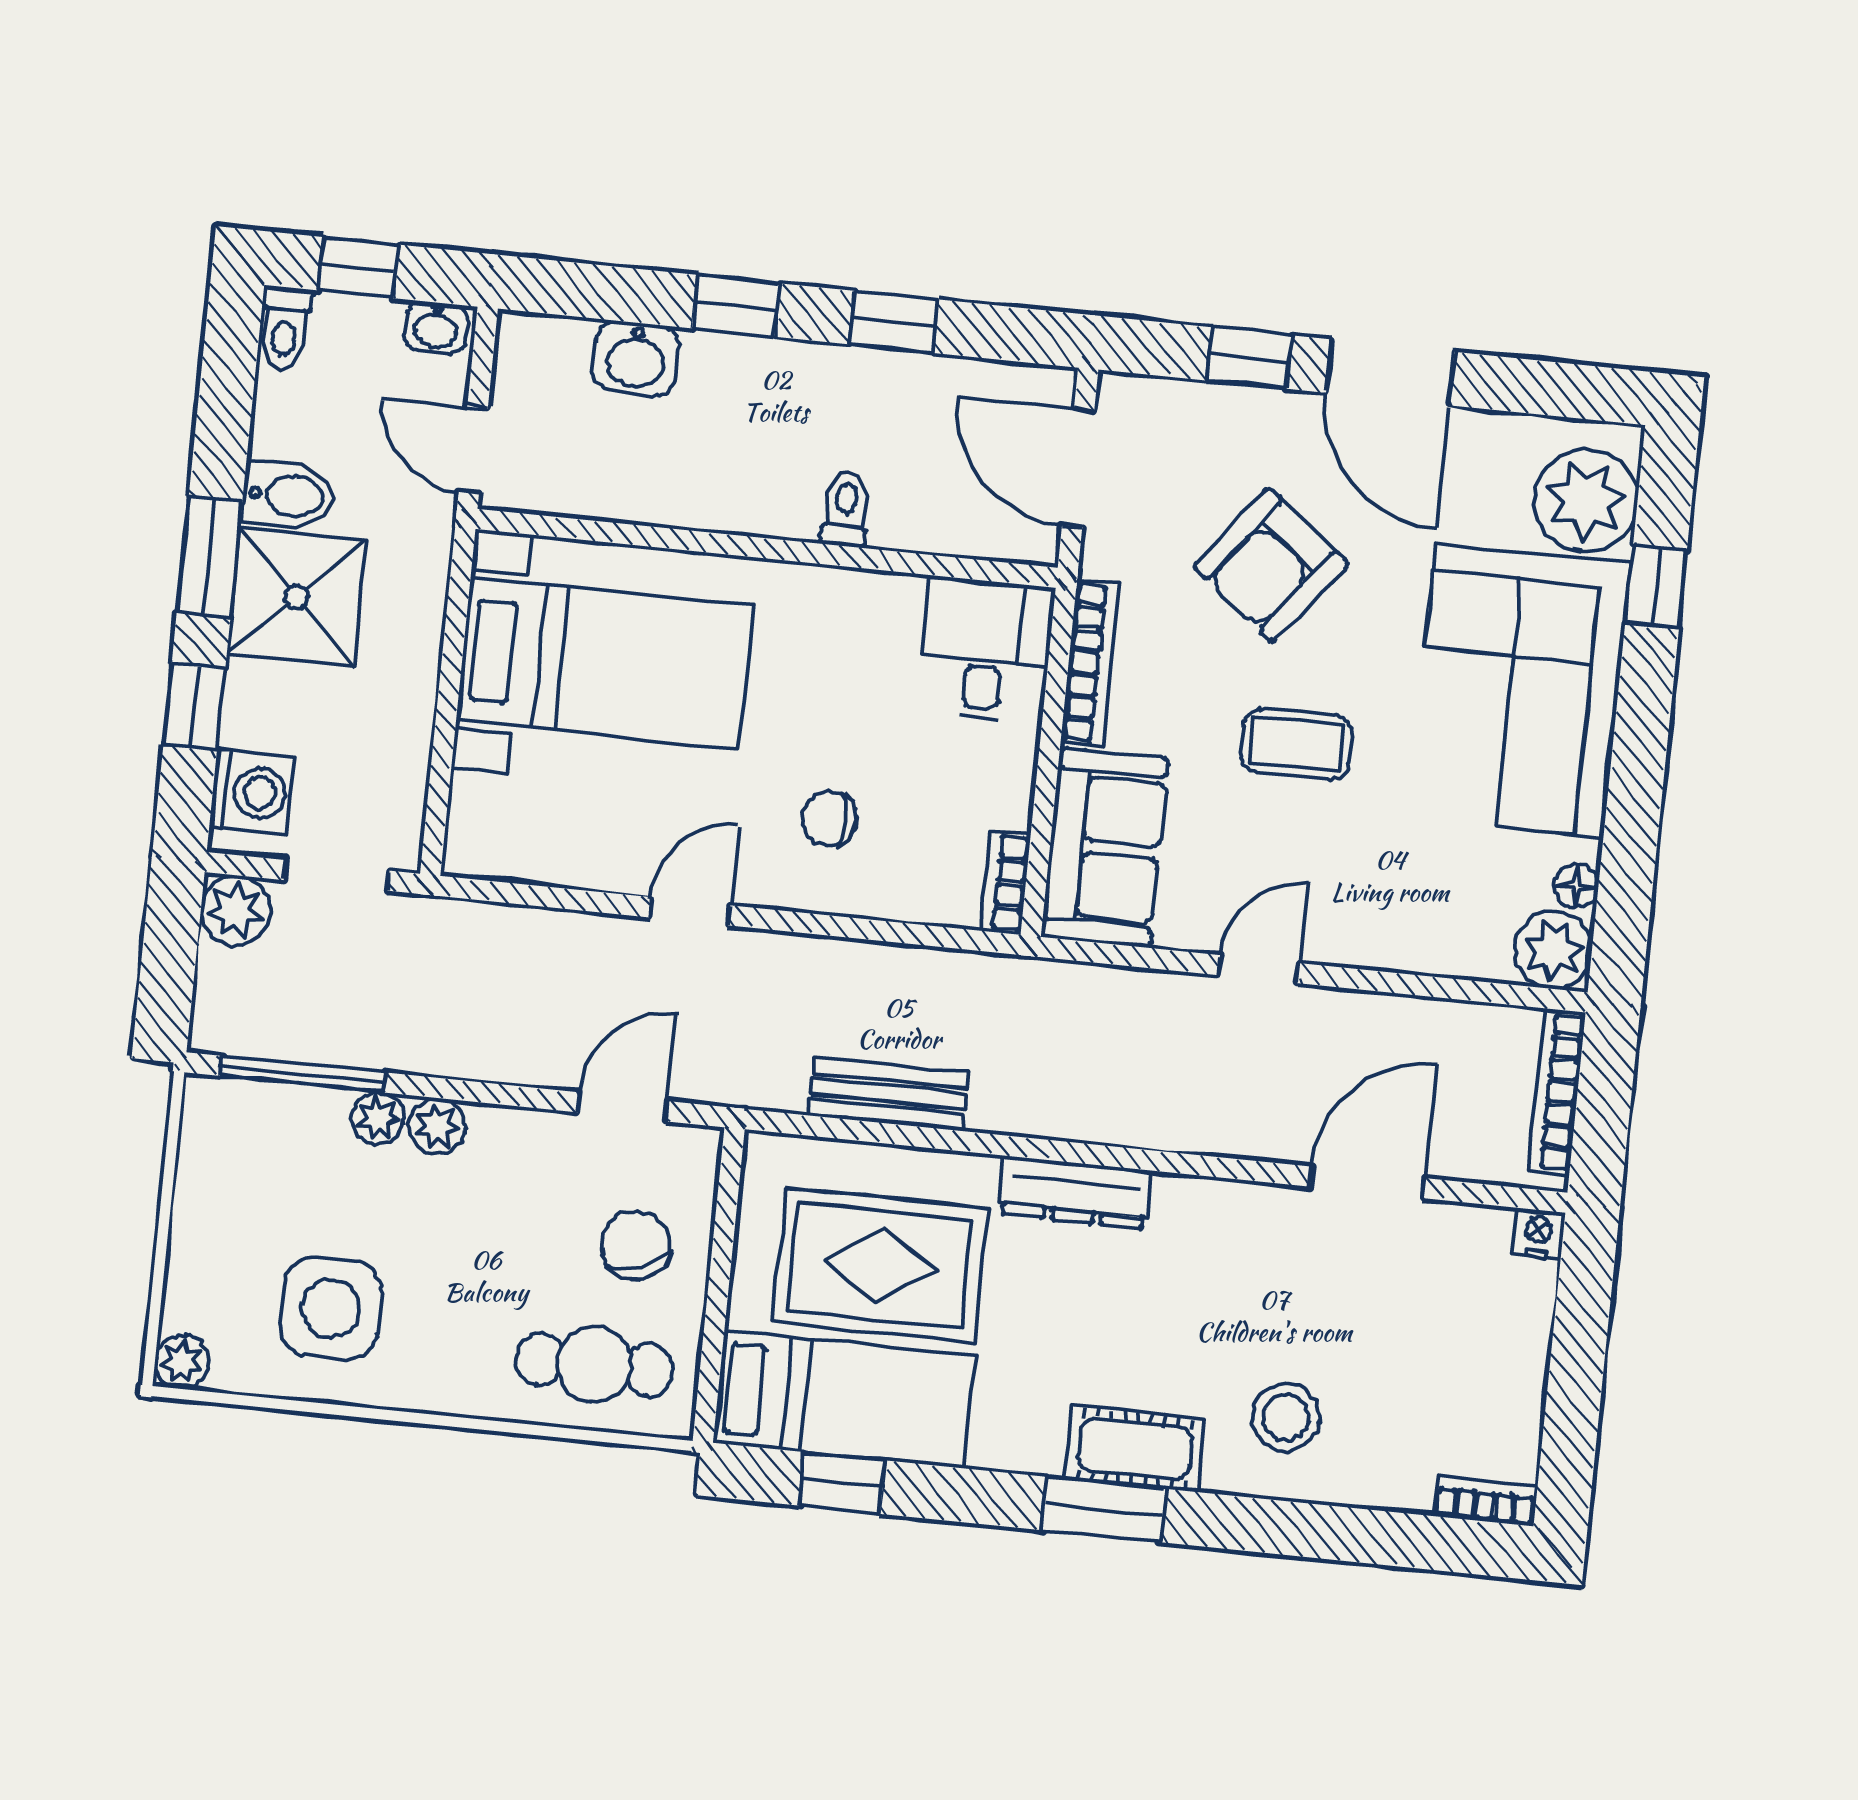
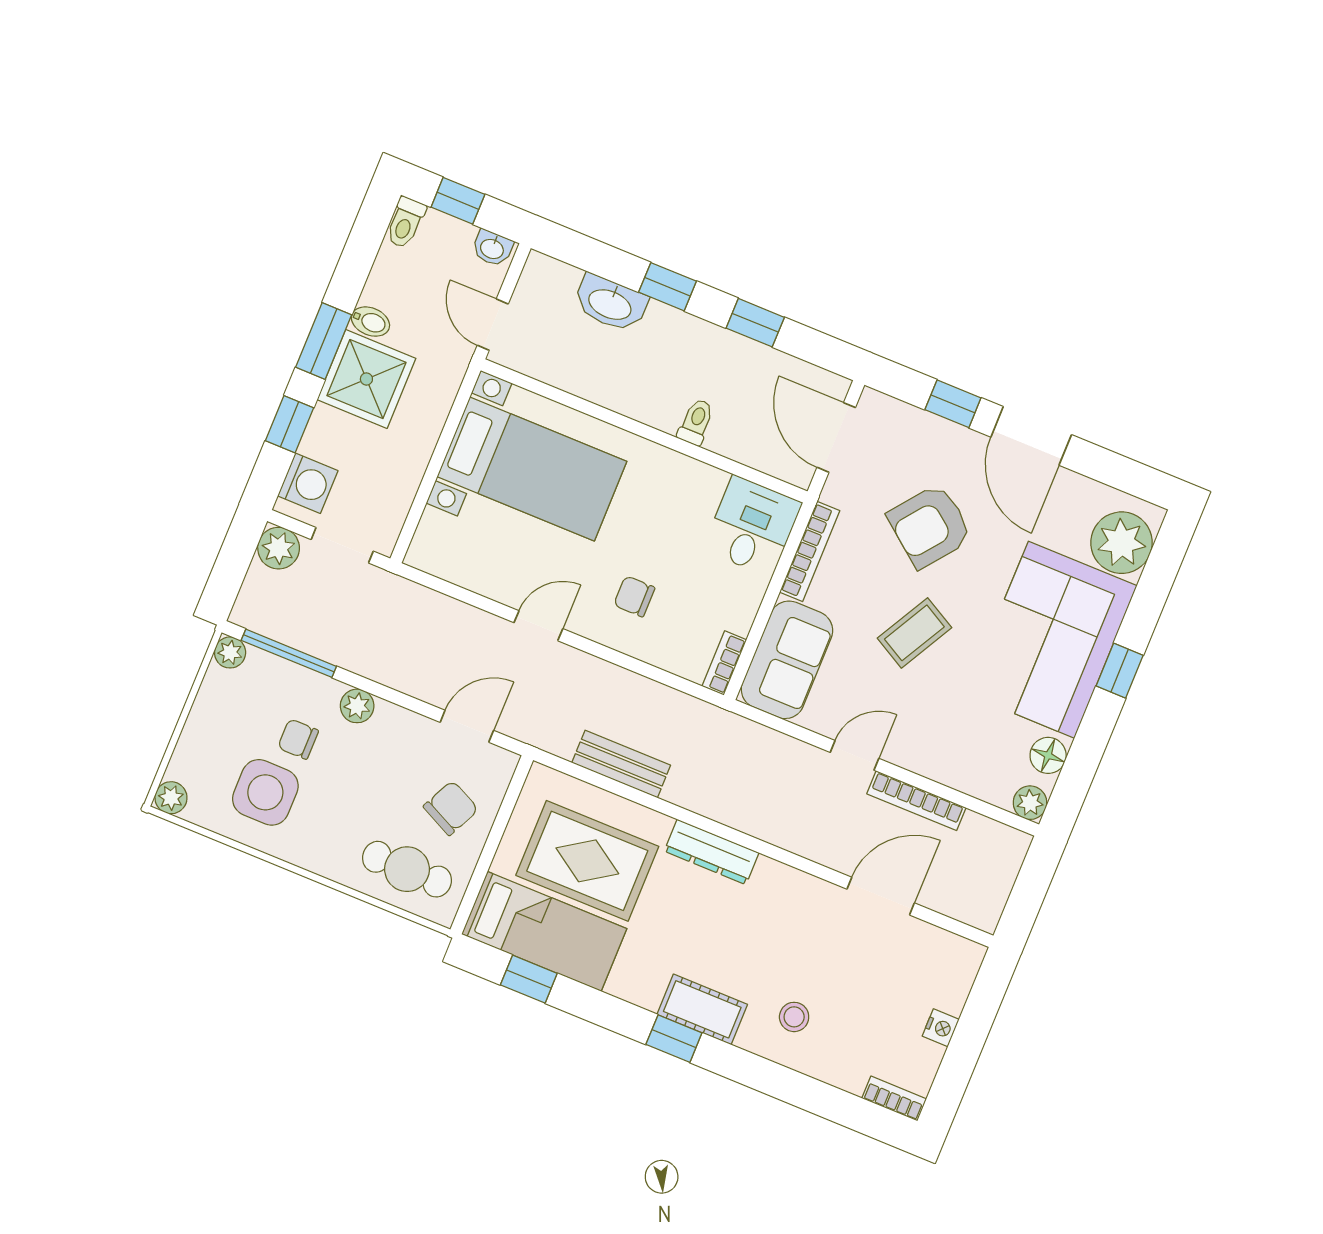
washbasin: (636, 358) -> (610, 303), width x1.38
bidet: (288, 495) -> (370, 322), width x0.72, depth x0.74
window: (1656, 587) -> (1120, 671), moved
coffee table: (1297, 744) -> (914, 633), turned -61
floor lamp: (1576, 886) -> (1048, 755), width x1.37, depth x1.37
plant: (1553, 950) -> (1030, 803), width x0.73, depth x0.73
bookcase: (1557, 1091) -> (916, 801), moved, turned -90
plant: (378, 1118) -> (230, 652), moved
chair: (358, 1207) -> (298, 739), added
nightstand: (1538, 1233) -> (941, 1028), moved, turned 90
chair: (636, 1245) -> (451, 808), turned 46
stool: (1286, 1418) -> (794, 1017), width x0.73, depth x0.73
window: (1103, 1510) -> (674, 1039), width x0.67

